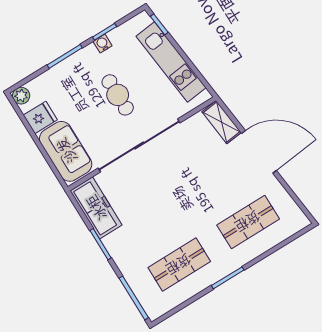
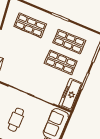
shop shelf: (157, 228) -> (61, 62), added

